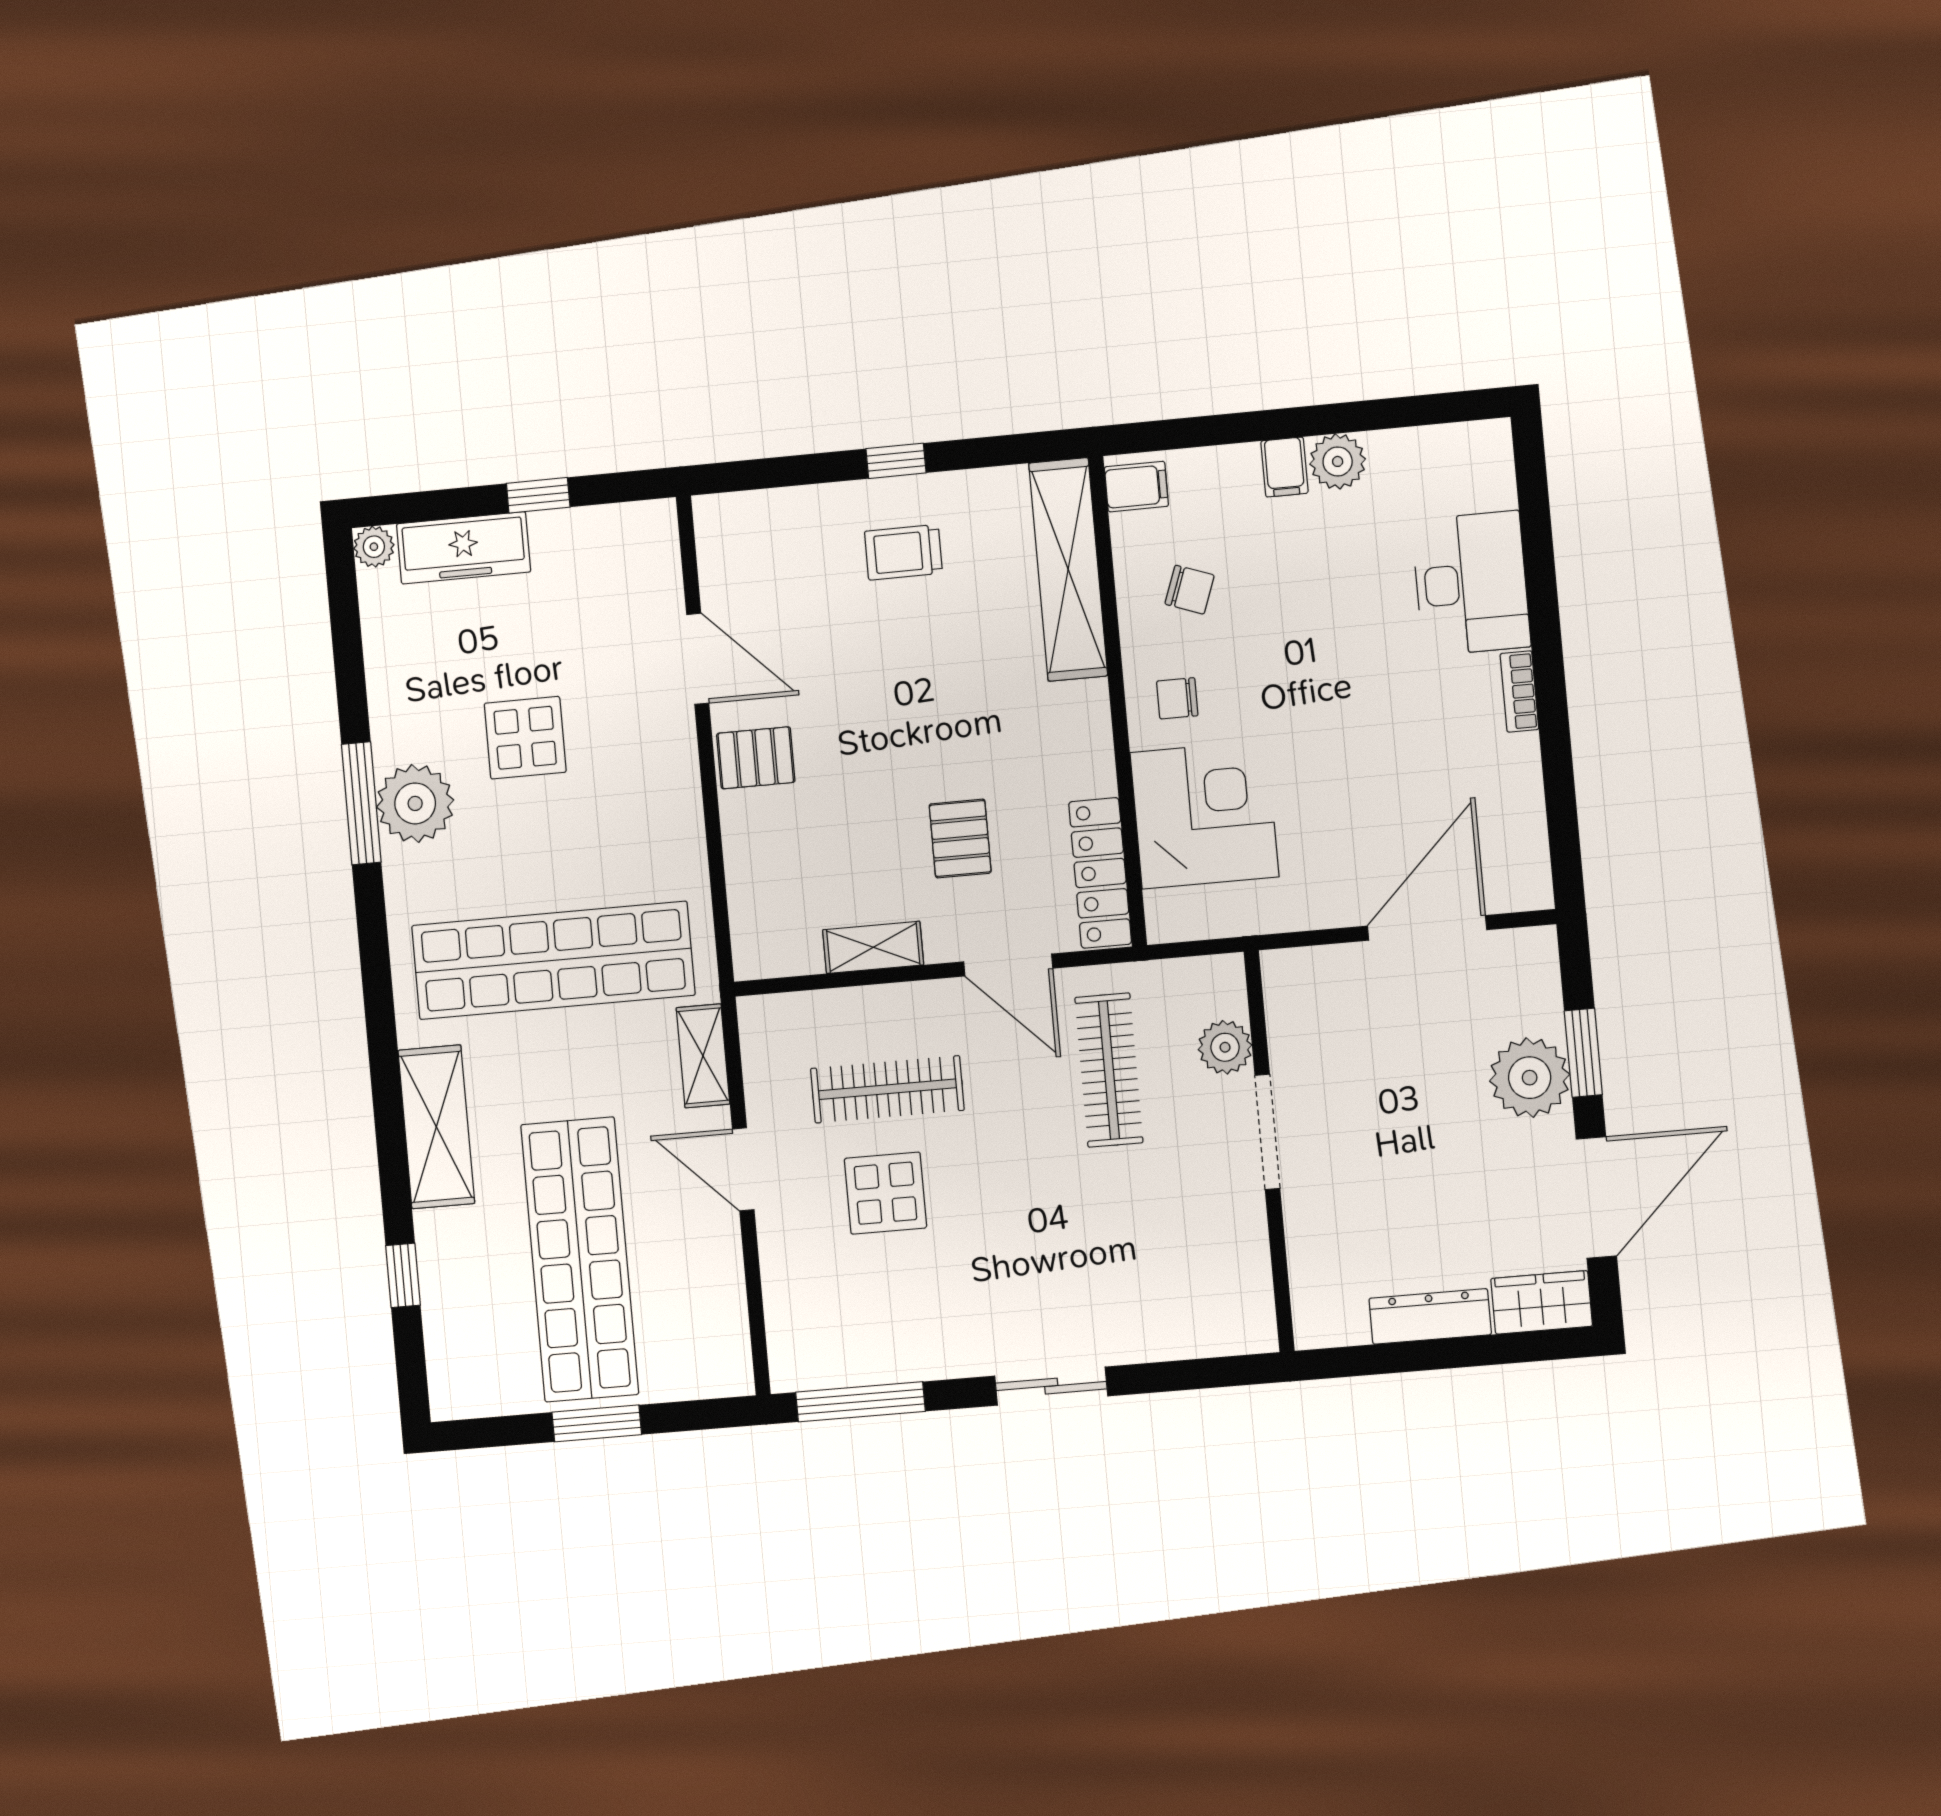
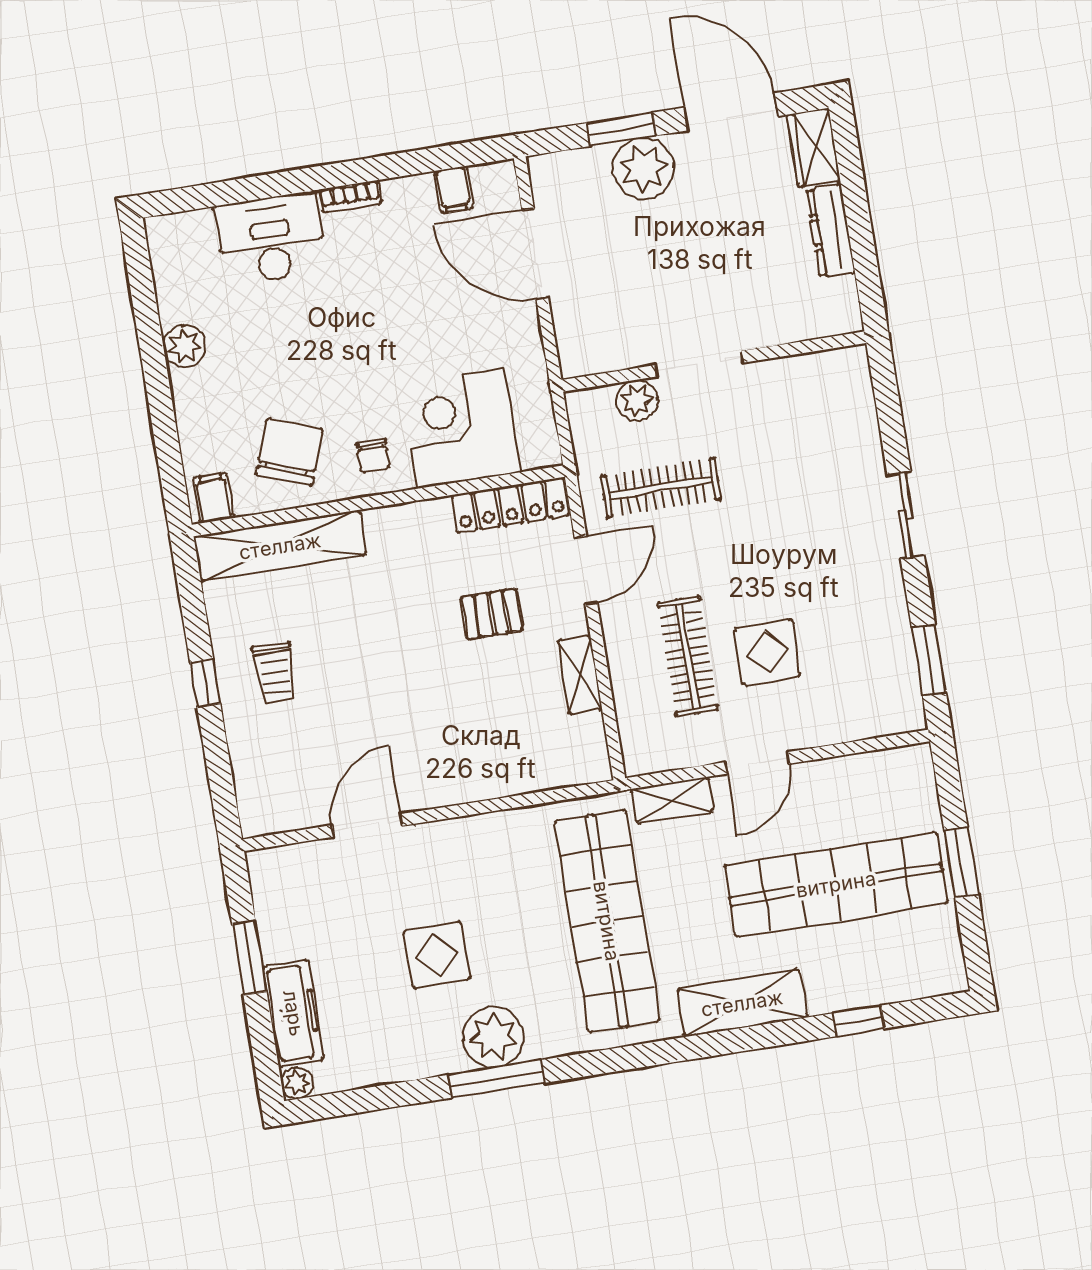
filing cabinet: (1284, 467) -> (454, 190), moved, turned 90
window: (538, 495) -> (249, 958), width x1.50
chair: (1190, 590) -> (290, 452), width x1.87, depth x1.87
pallet: (756, 758) -> (440, 775), removed
window: (860, 1402) -> (929, 660), width x0.69

